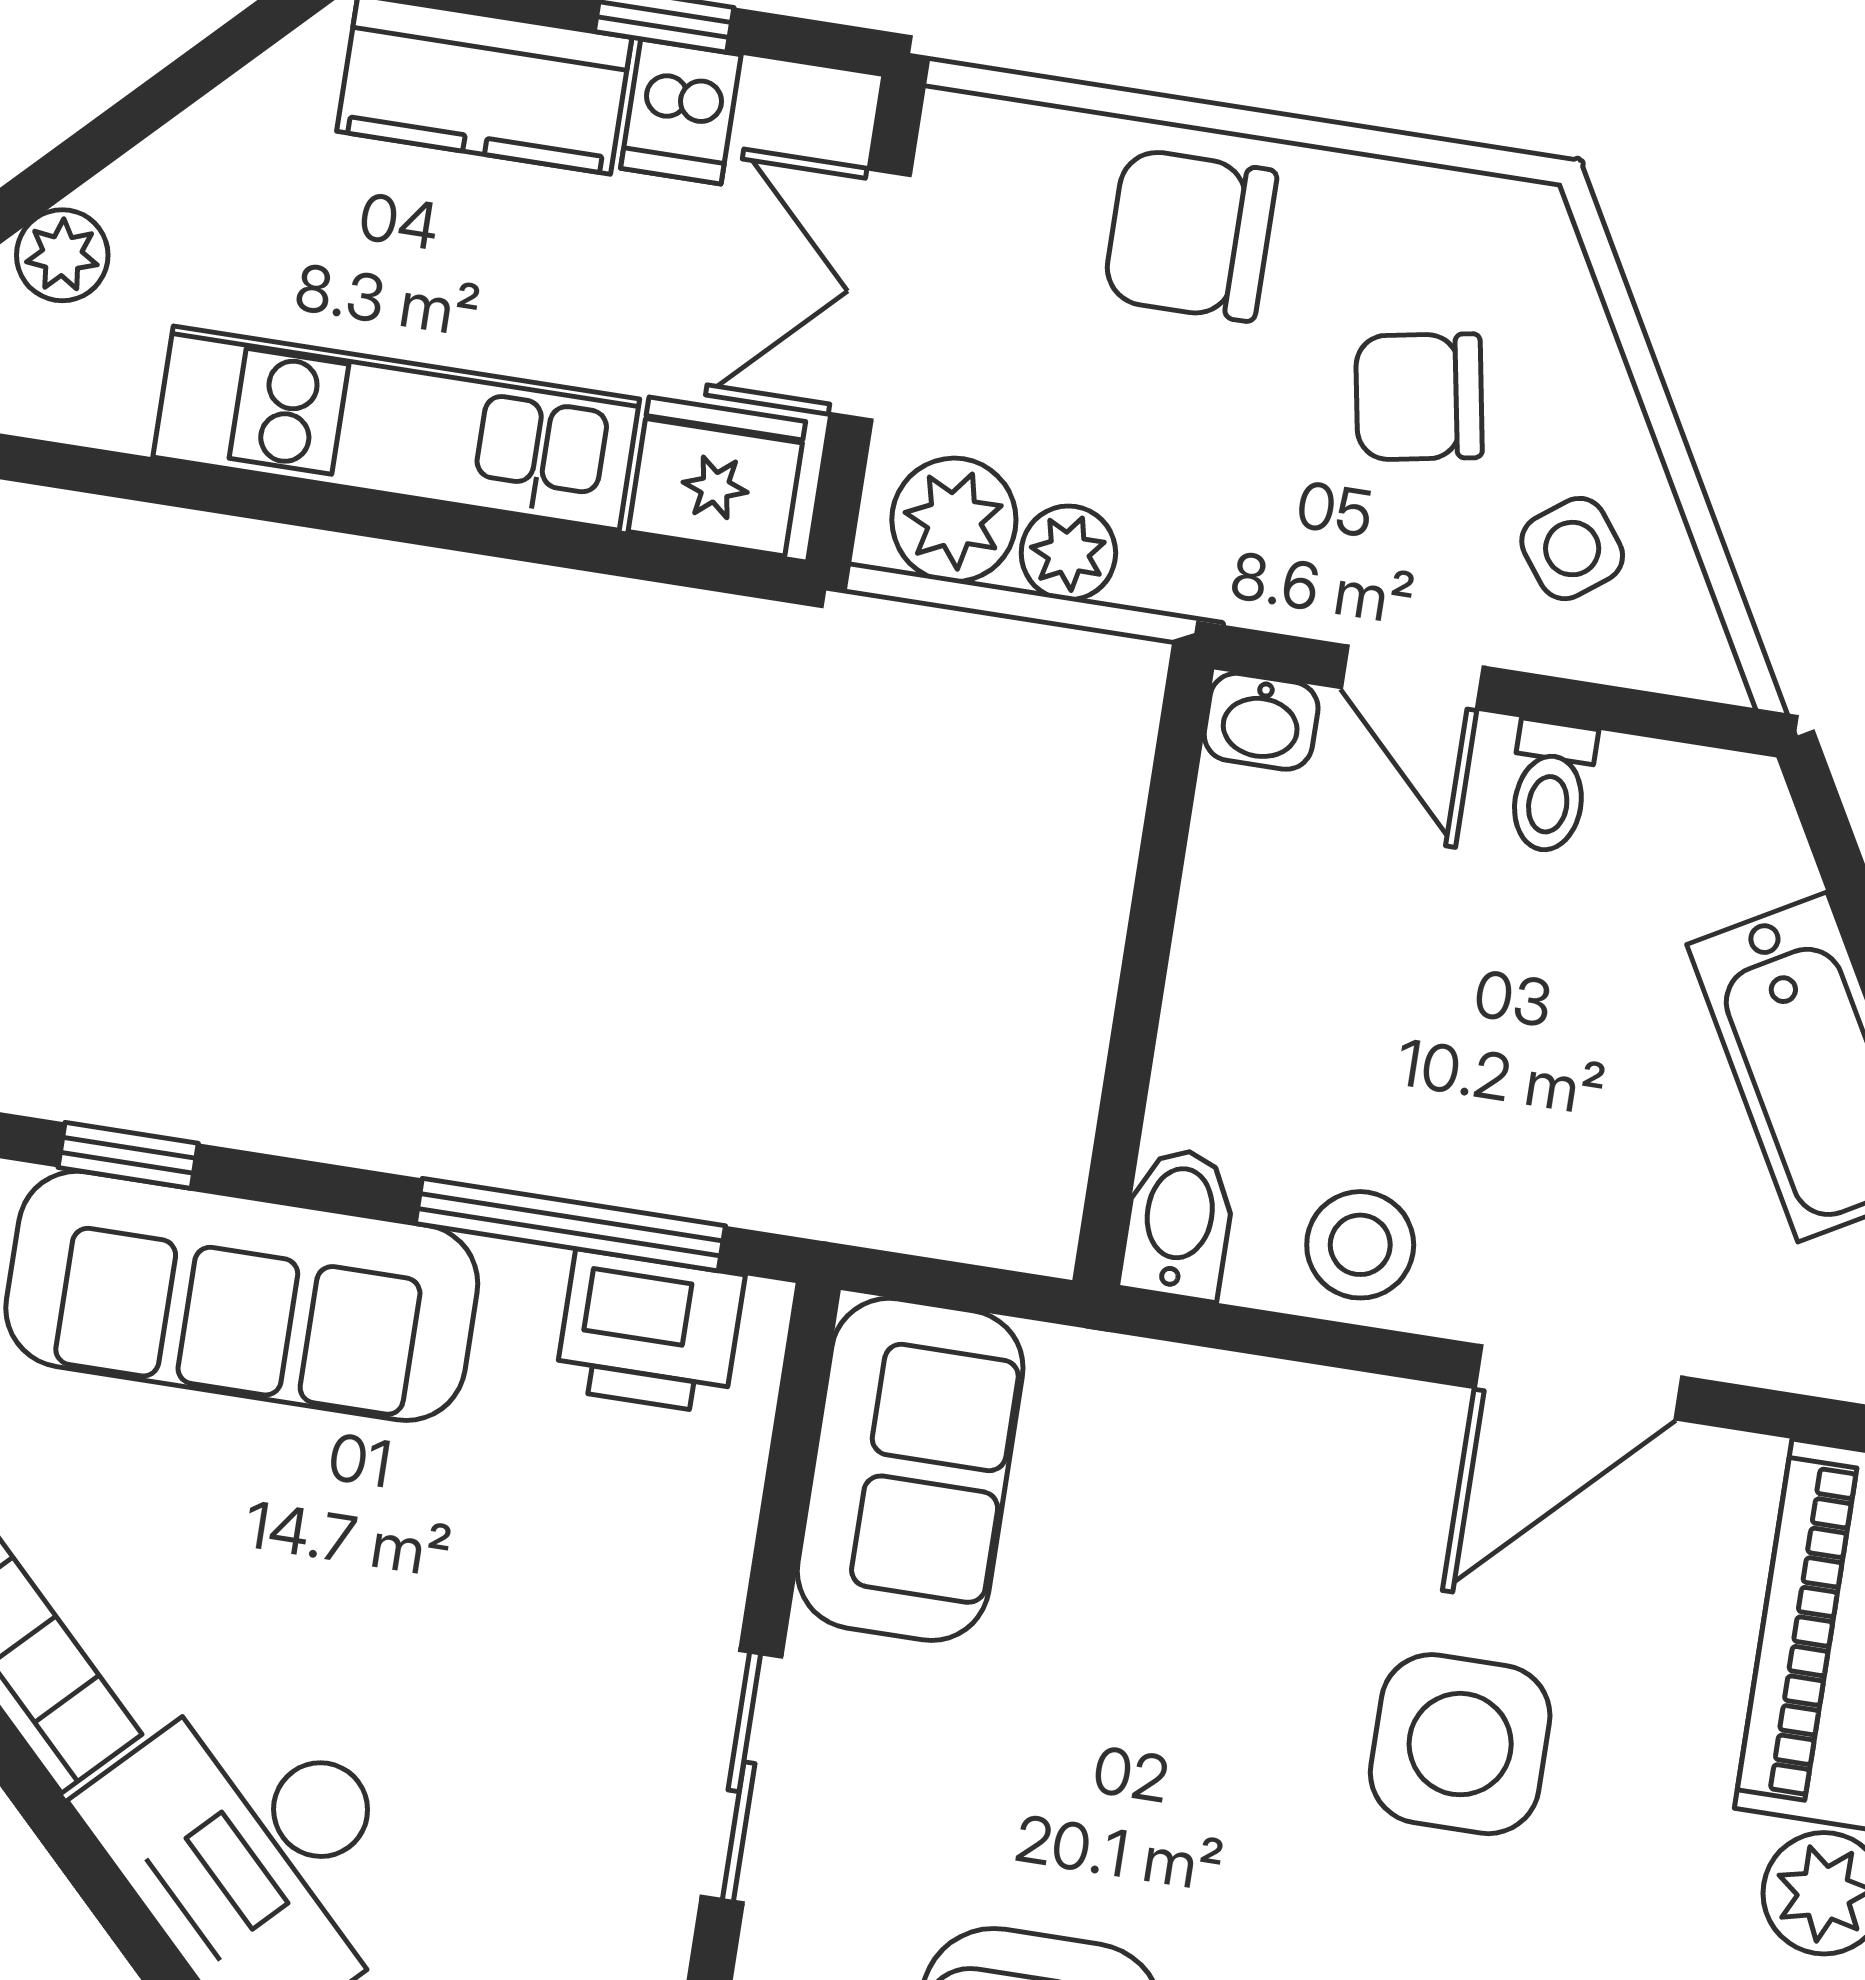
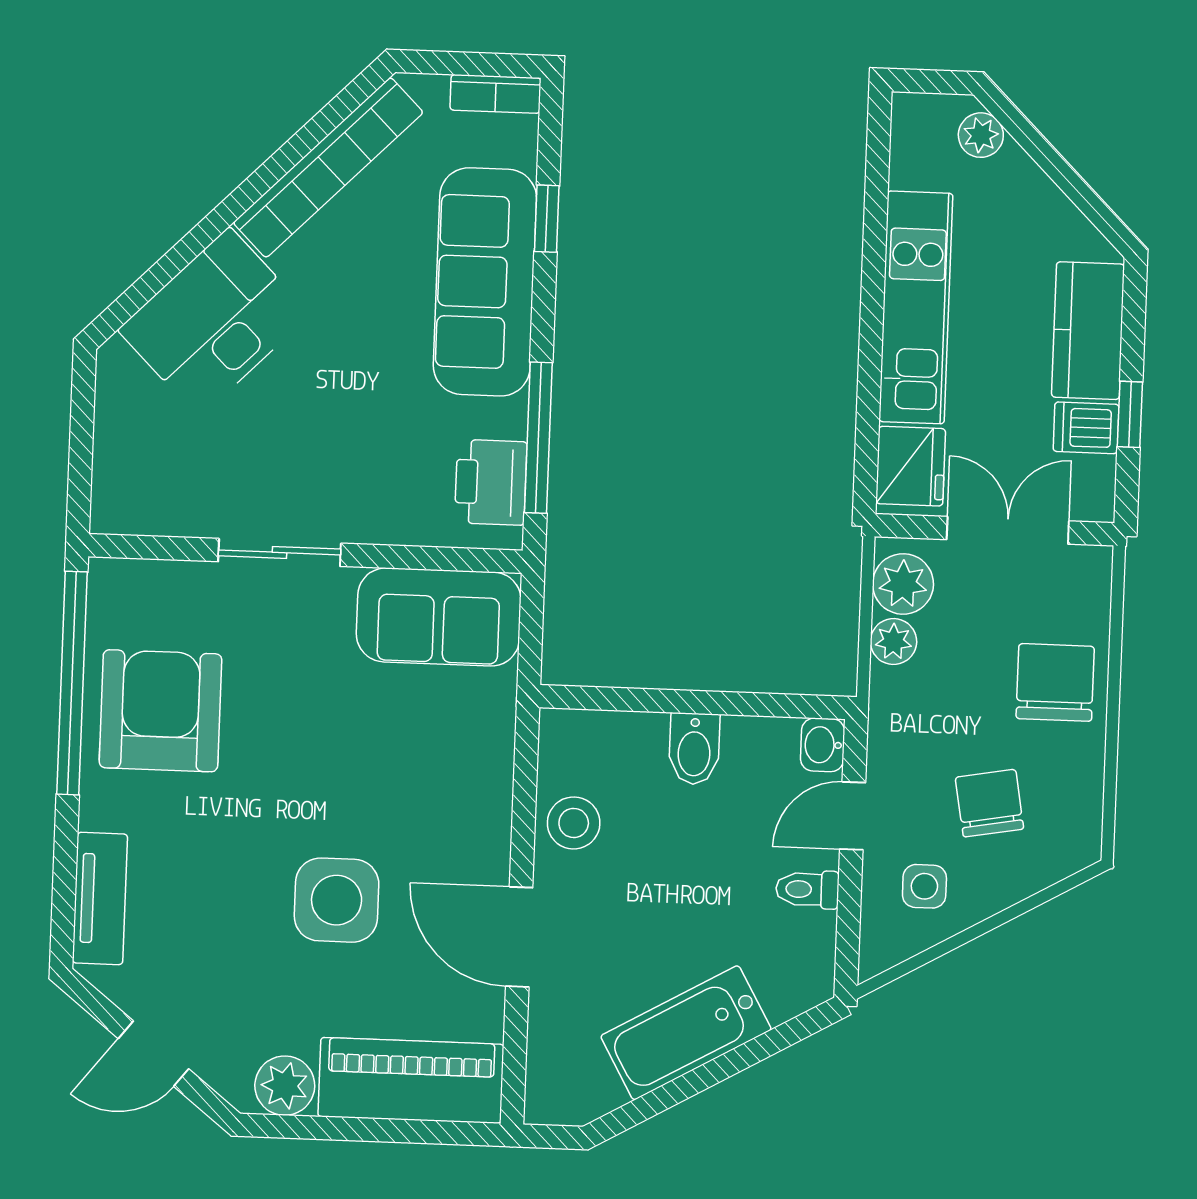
side table: (1572, 549) -> (924, 886), turned 37
bidet: (1178, 1223) -> (694, 749), moved, turned 90

